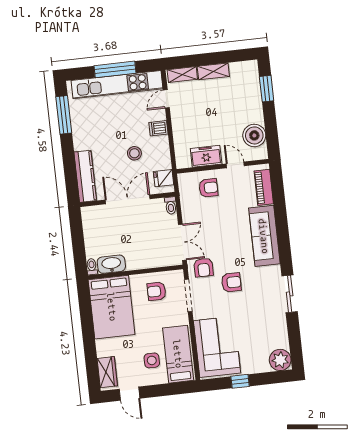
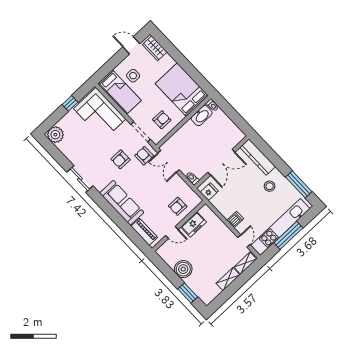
boiler: (254, 135) -> (183, 269), moved
stool: (134, 153) -> (270, 186), moved

